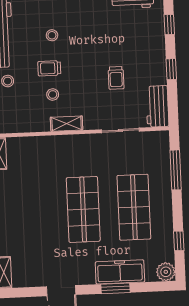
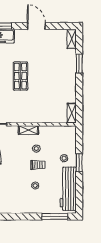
shop shelf: (83, 209) -> (20, 76), width x0.70, depth x0.74

